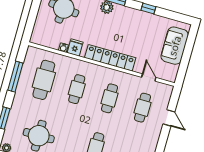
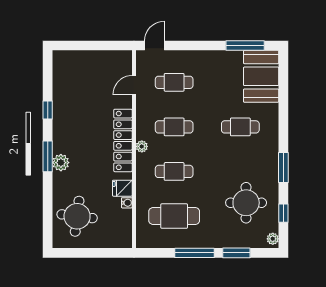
sofa: (175, 46) -> (85, 64), removed
plant: (102, 70) -> (142, 146), added
window: (15, 77) -> (194, 253), moved
door: (169, 118) -> (155, 46), moved

